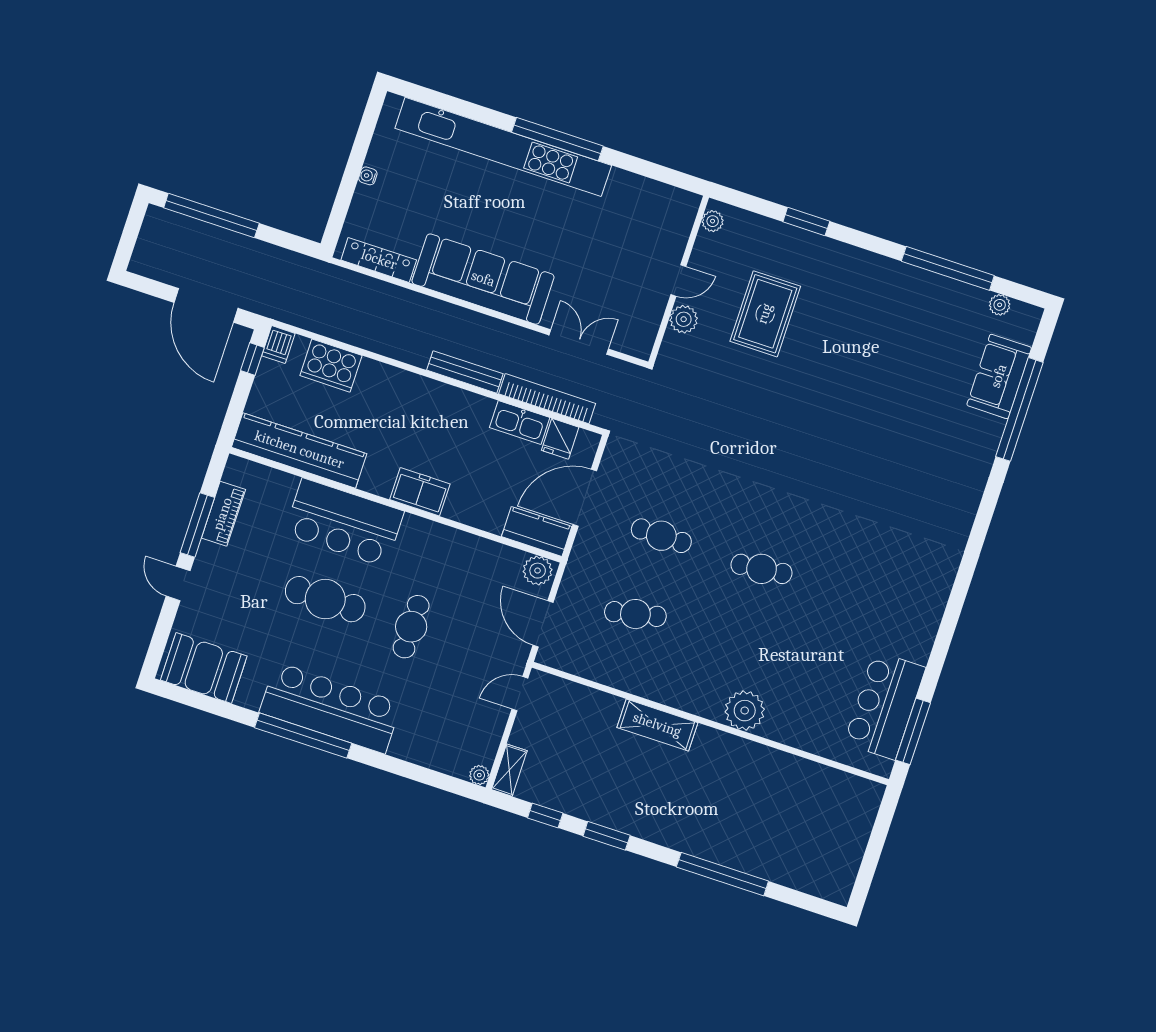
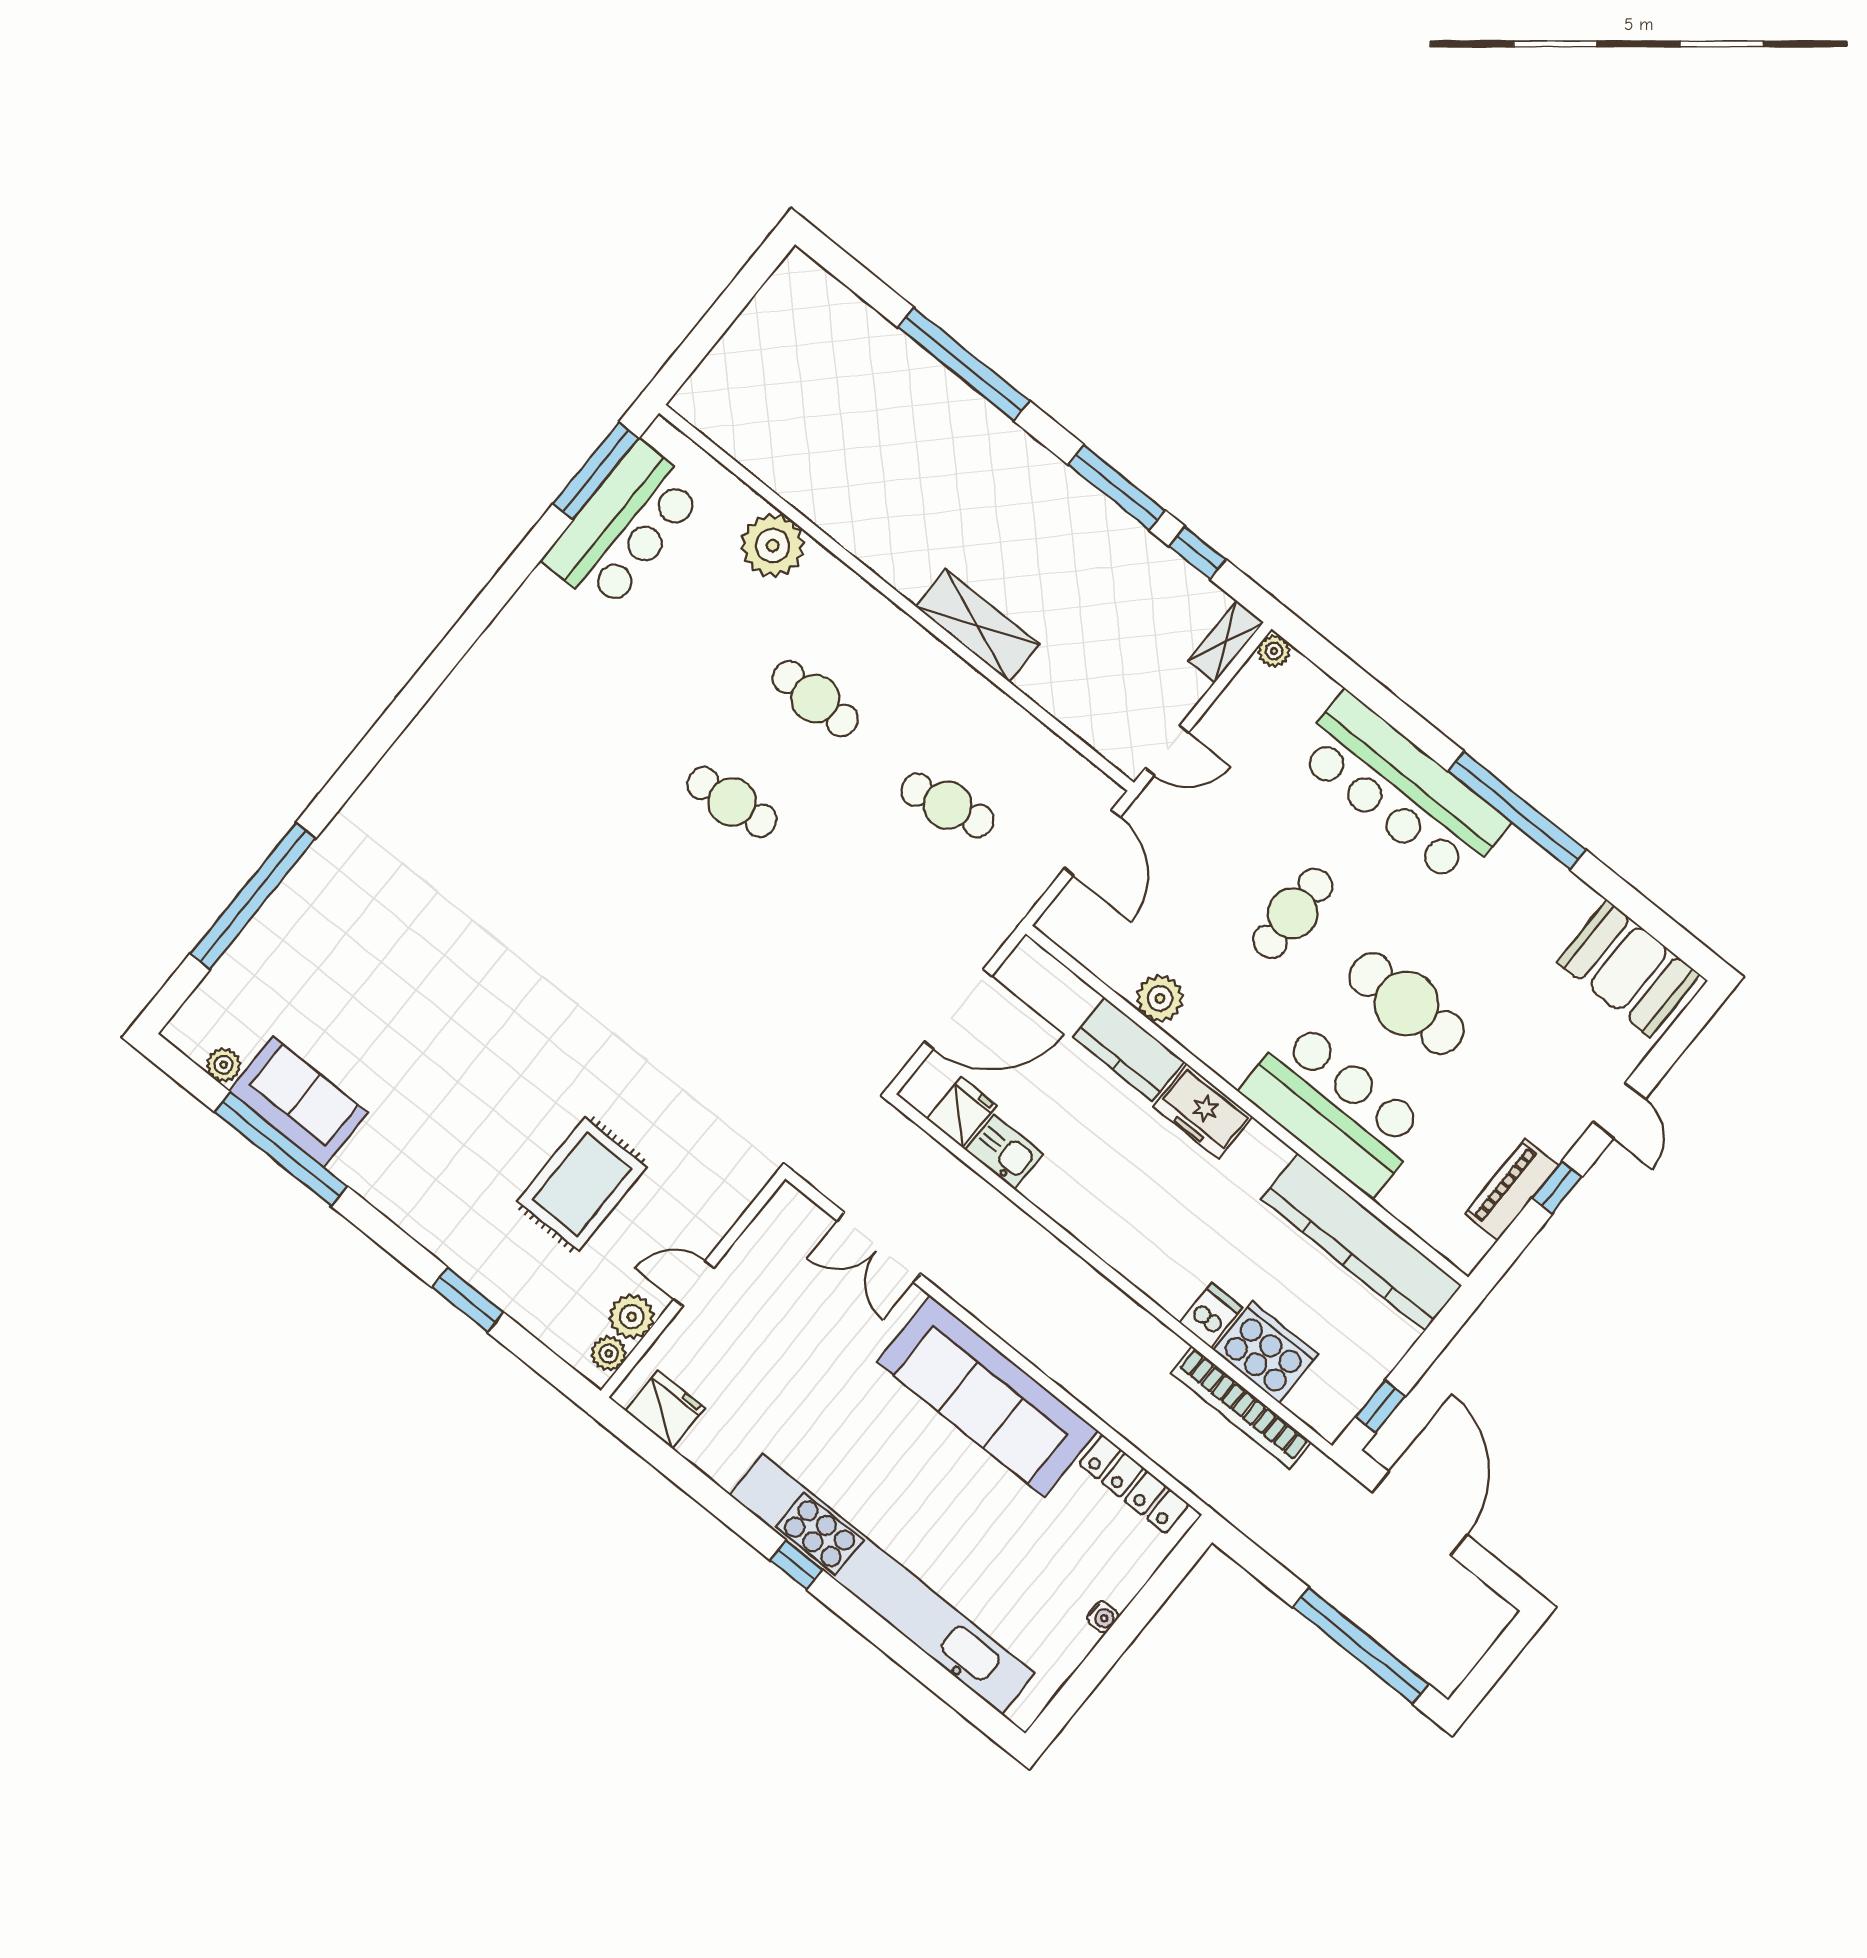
window: (557, 139) -> (796, 1565), width x0.32
fridge: (668, 201) -> (665, 1409), added
plant: (684, 319) -> (632, 1317), moved
dishwasher: (278, 345) -> (1211, 1315), moved
bench: (465, 372) -> (1067, 1267), removed
sofa: (999, 376) -> (298, 1102), moved, turned -90
bookcase: (547, 399) -> (1241, 1408), moved
kitchen sink: (520, 423) -> (1004, 1152), width x0.73
window: (197, 525) -> (1557, 1187), width x0.46
kitchen counter: (537, 532) -> (1129, 1049), moved
cafe table: (661, 536) -> (815, 699), moved
plant: (538, 571) -> (1160, 998), moved
bar counter: (330, 708) -> (1401, 789), moved
plant: (745, 711) -> (773, 546), moved
window: (607, 836) -> (1117, 487), width x1.44

